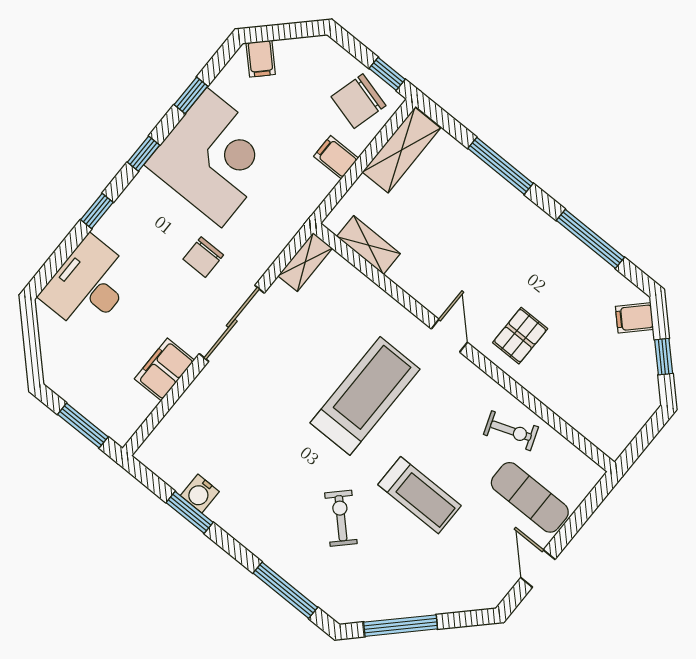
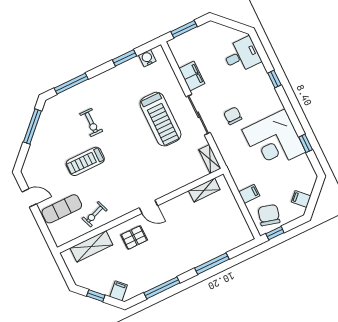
filing cabinet: (261, 59) -> (301, 199), moved
shelving: (401, 150) -> (91, 246), moved, turned 90
window: (144, 154) -> (290, 111), removed
desk: (89, 285) -> (242, 55), width x0.73
pallet: (520, 336) -> (134, 238), turned 90
treadmill: (365, 396) -> (161, 119), moved
water cooler: (200, 494) -> (147, 58), moved
exercise bike: (341, 518) -> (91, 122), turned 45

